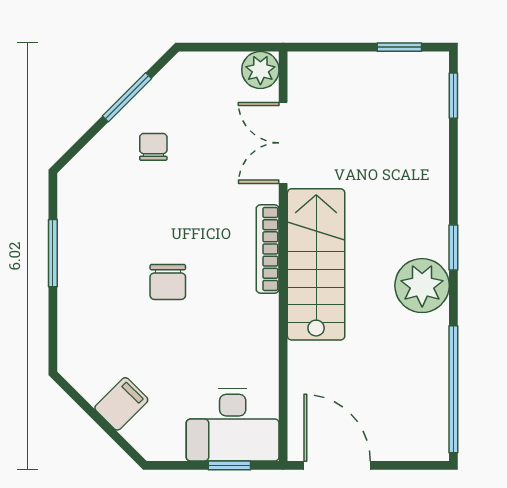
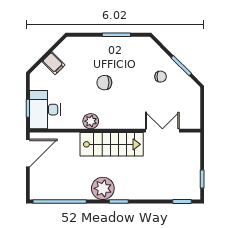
plant: (260, 70) -> (91, 121), moved
bookcase: (268, 249) -> (118, 124), removed

